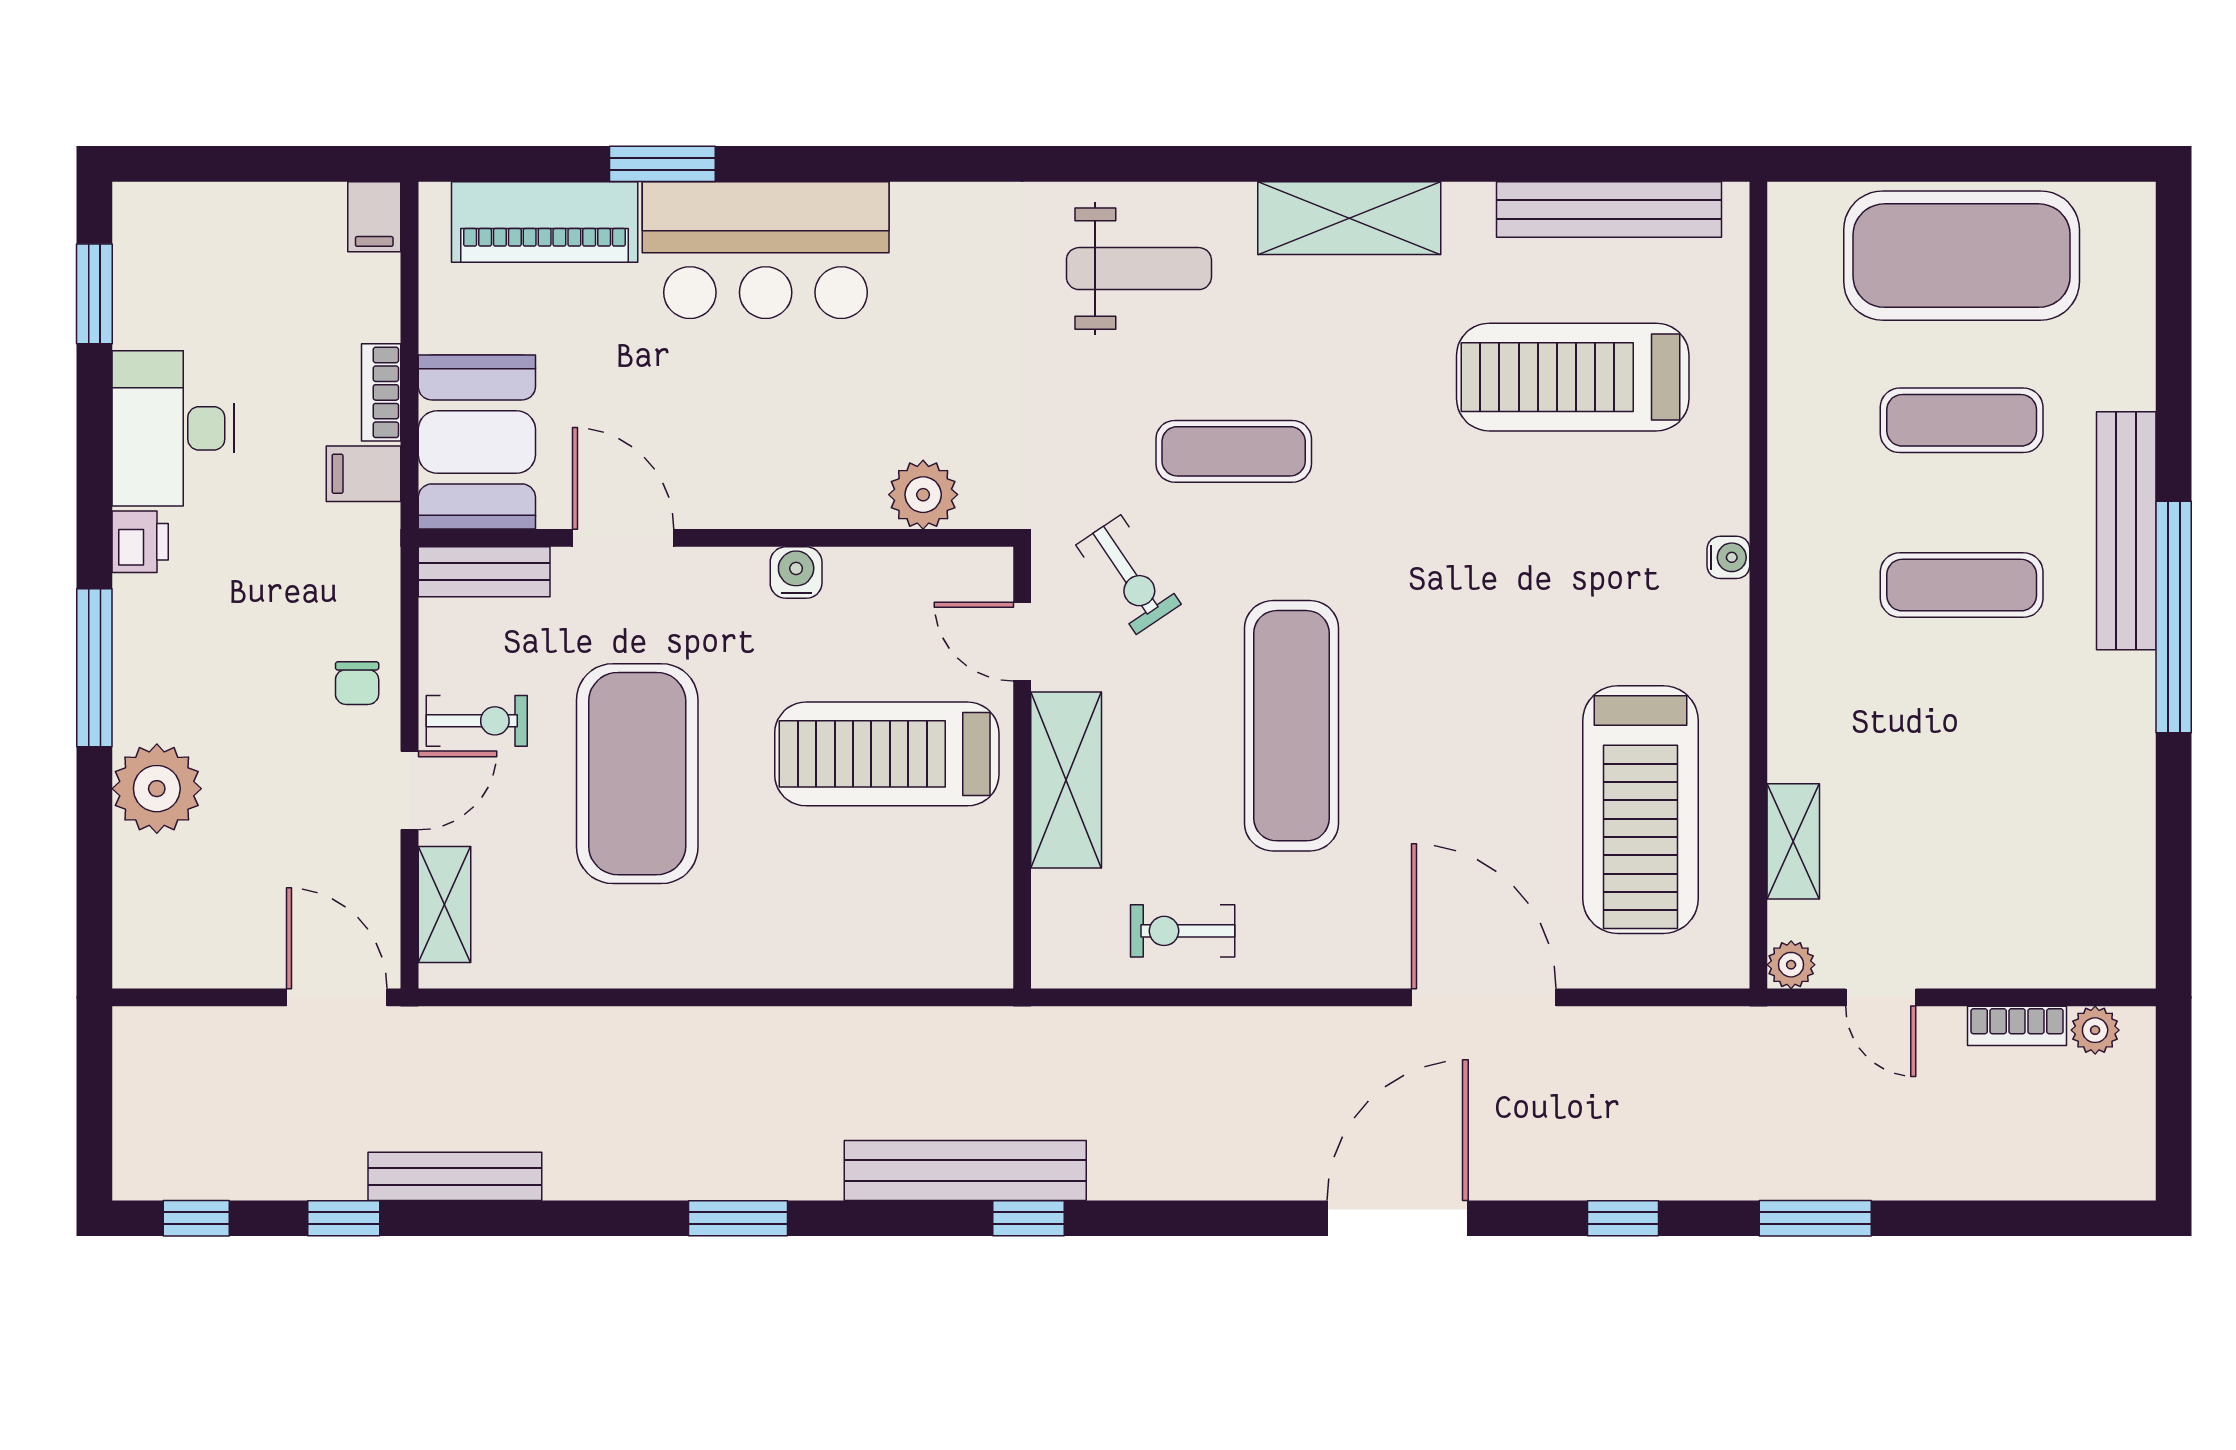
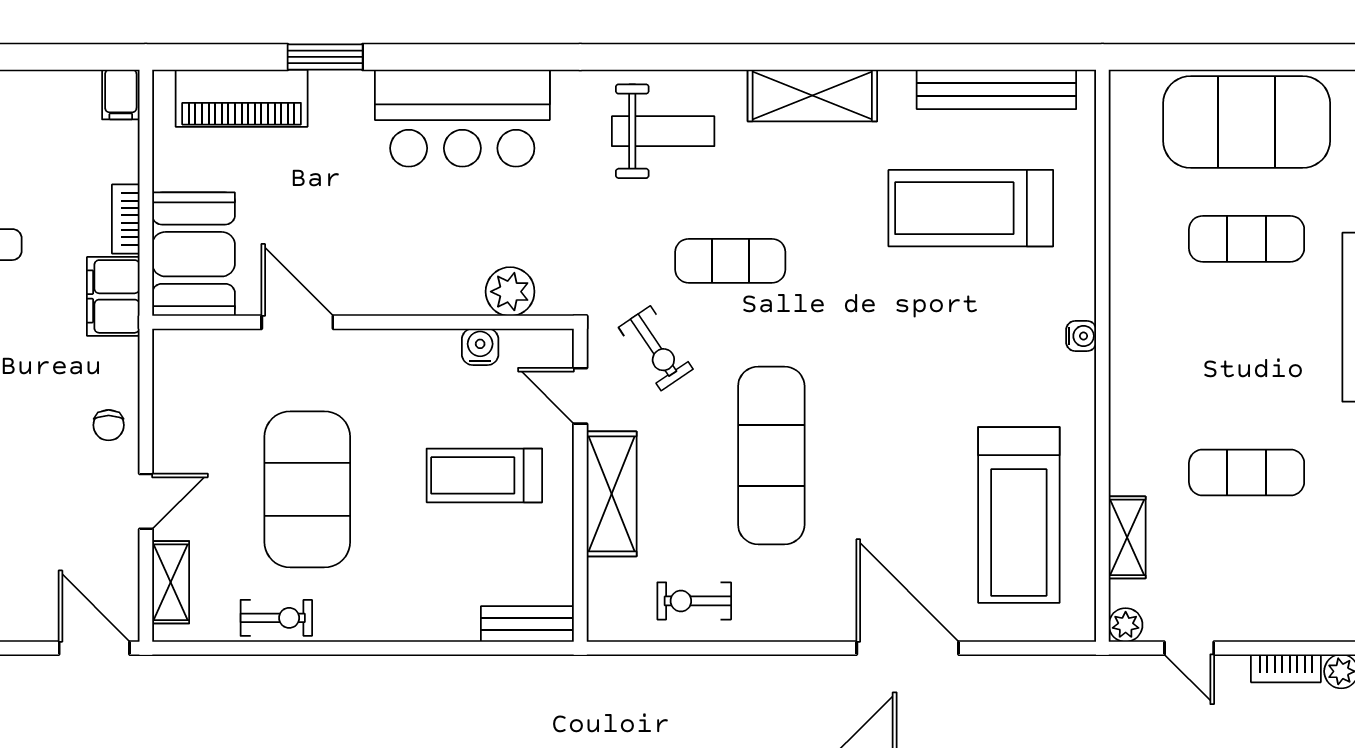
bar counter: (766, 250) -> (462, 118), moved
filing cabinet: (364, 474) -> (113, 296), width x2.00
bench: (484, 572) -> (527, 624), moved
water cooler: (796, 573) -> (480, 347), moved
exercise mat: (1962, 585) -> (1247, 472), moved
exercise bike: (477, 721) -> (276, 618), moved
treadmill: (887, 754) -> (484, 475), width x0.73, depth x0.73

